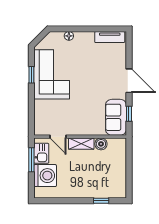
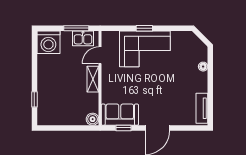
corner sofa: (52, 74) -> (145, 49), moved
window: (31, 75) -> (144, 28), moved
boiler: (101, 144) -> (93, 119), moved
washing machine: (45, 176) -> (48, 42), moved

